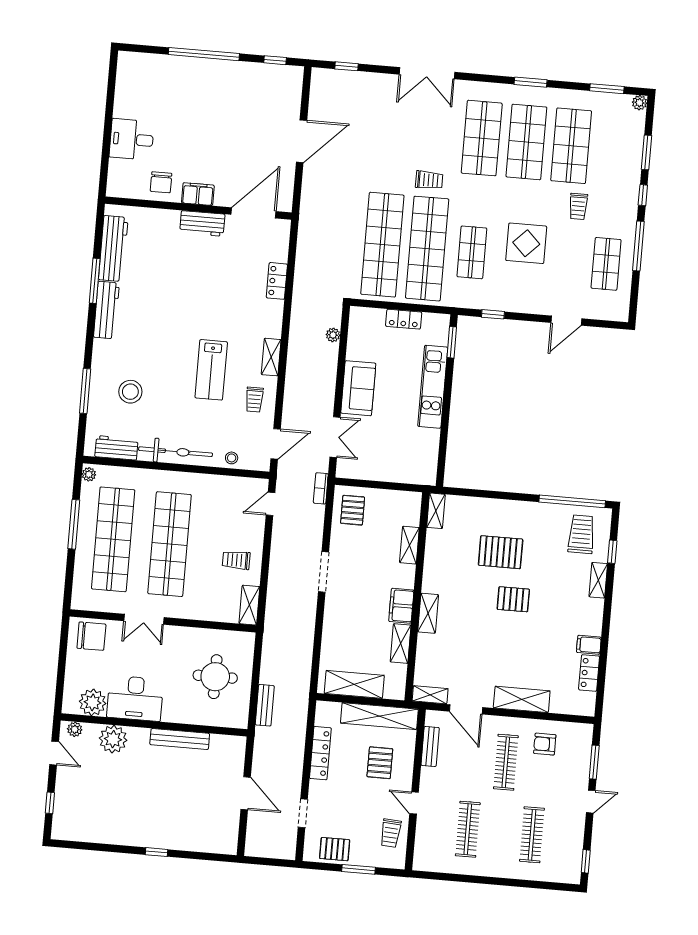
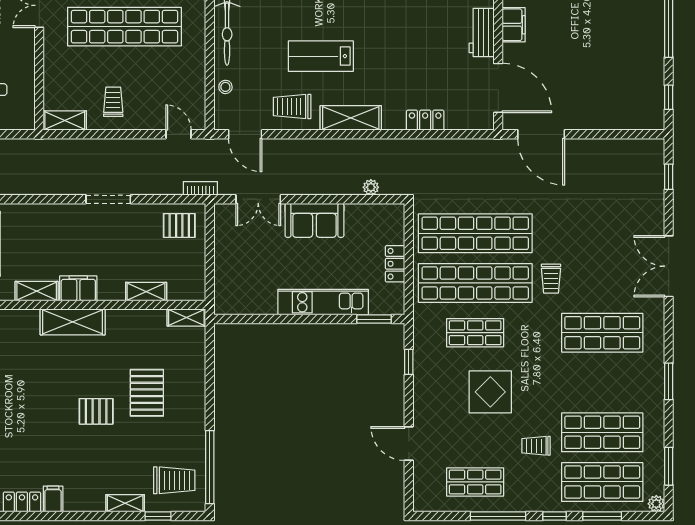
door: (302, 141) -> (541, 134), moved
shop shelf: (526, 142) -> (602, 482), moved
shelving: (271, 357) -> (351, 118), width x1.50, depth x1.33
trolley: (254, 400) -> (292, 107), width x1.36, depth x1.39
pallet: (513, 599) -> (96, 411), turned 90
shelving: (428, 613) -> (73, 322), width x1.50, depth x1.33

